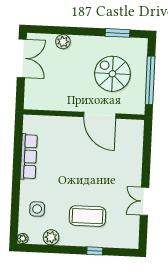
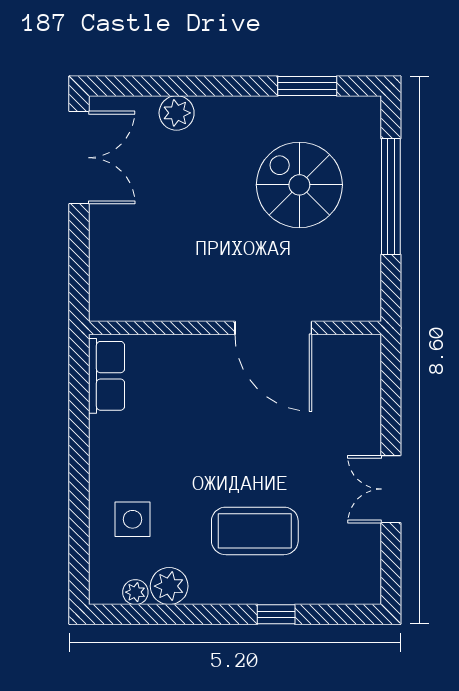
wall: (84, 115) -> (235, 328), moved
door: (100, 115) -> (273, 328), moved
row of seats: (29, 157) -> (107, 376), width x0.68
plant: (23, 239) -> (135, 592), moved

